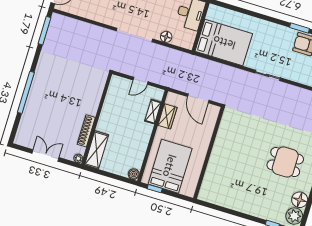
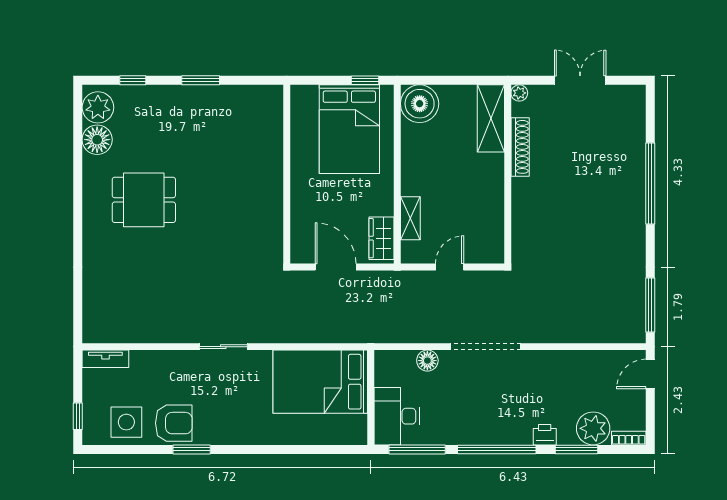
wardrobe: (167, 116) -> (381, 238), moved
double door: (45, 155) -> (580, 80), swing flipped
boiler: (134, 174) -> (420, 104), width x1.86, depth x1.86
window: (238, 214) -> (201, 80), added

